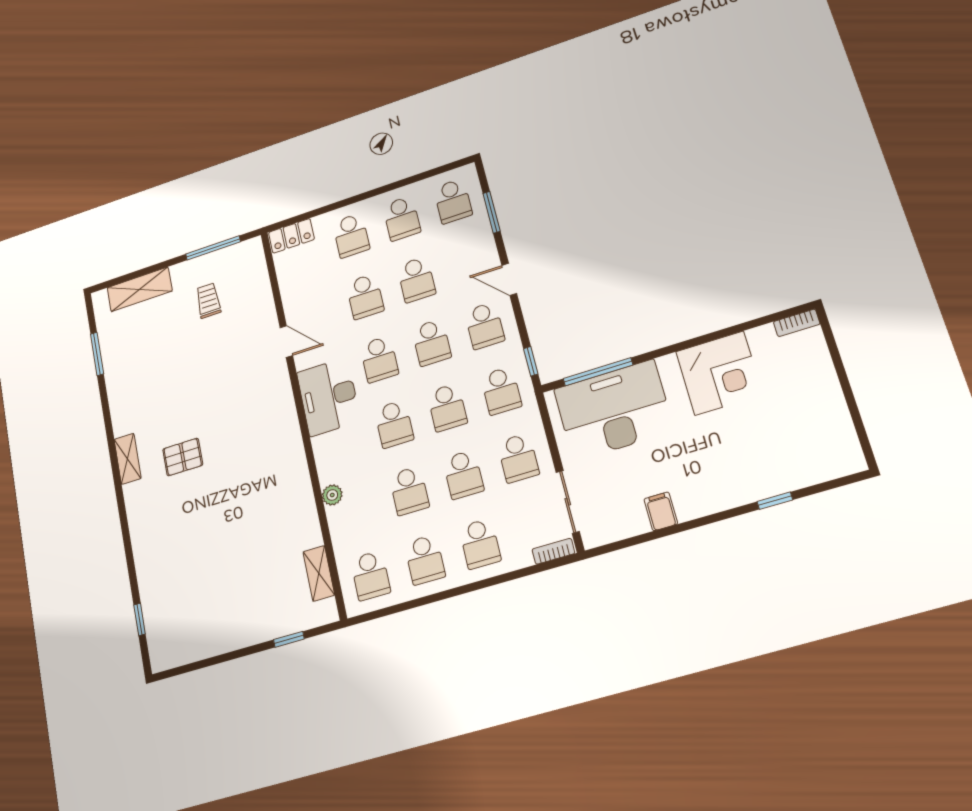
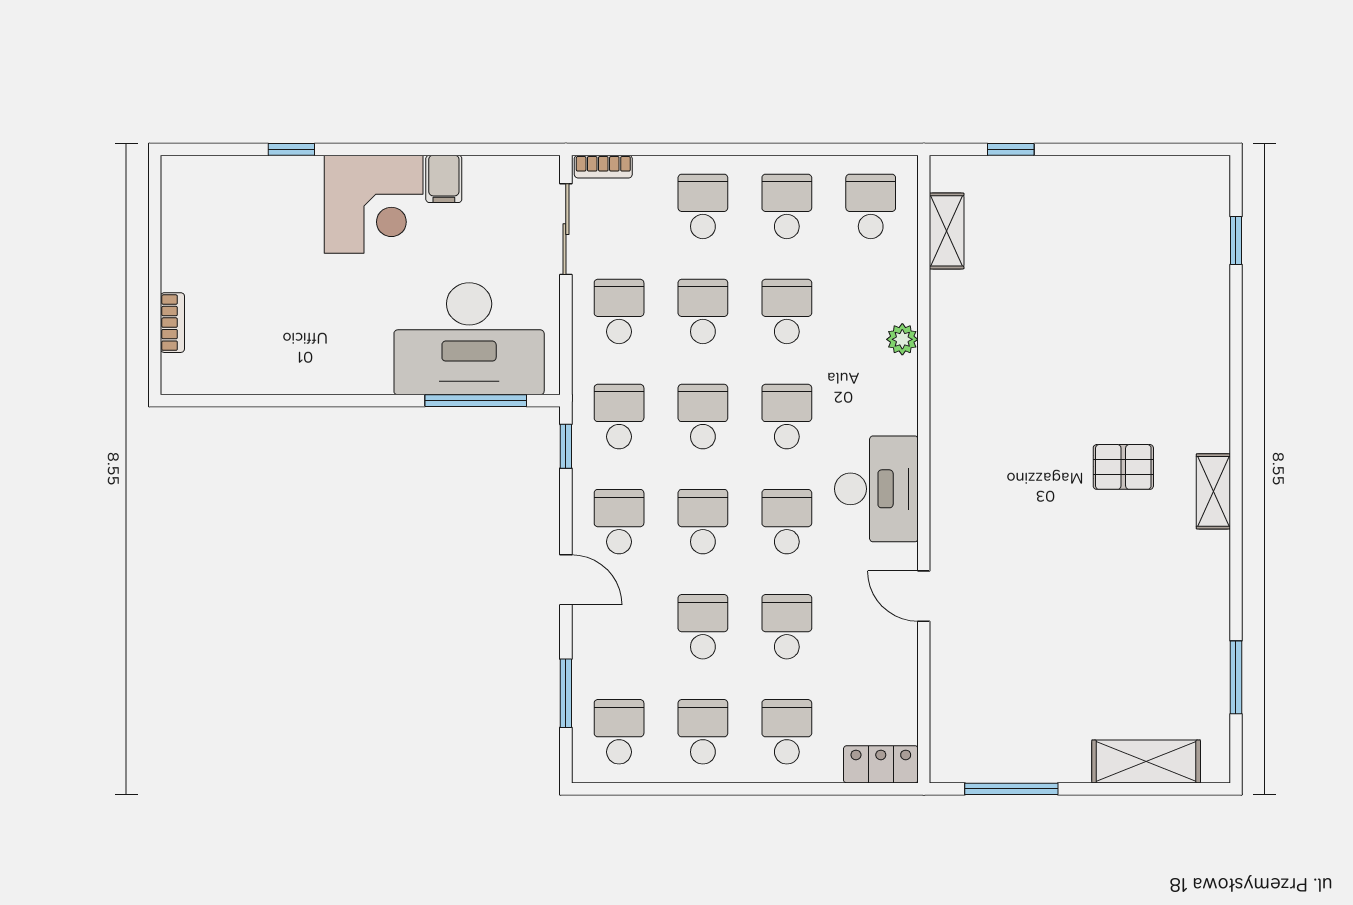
trolley: (208, 300) -> (1036, 704), removed
bookcase: (797, 323) -> (172, 323), moved, turned 90
corner desk: (719, 373) -> (374, 204), moved, turned 180

